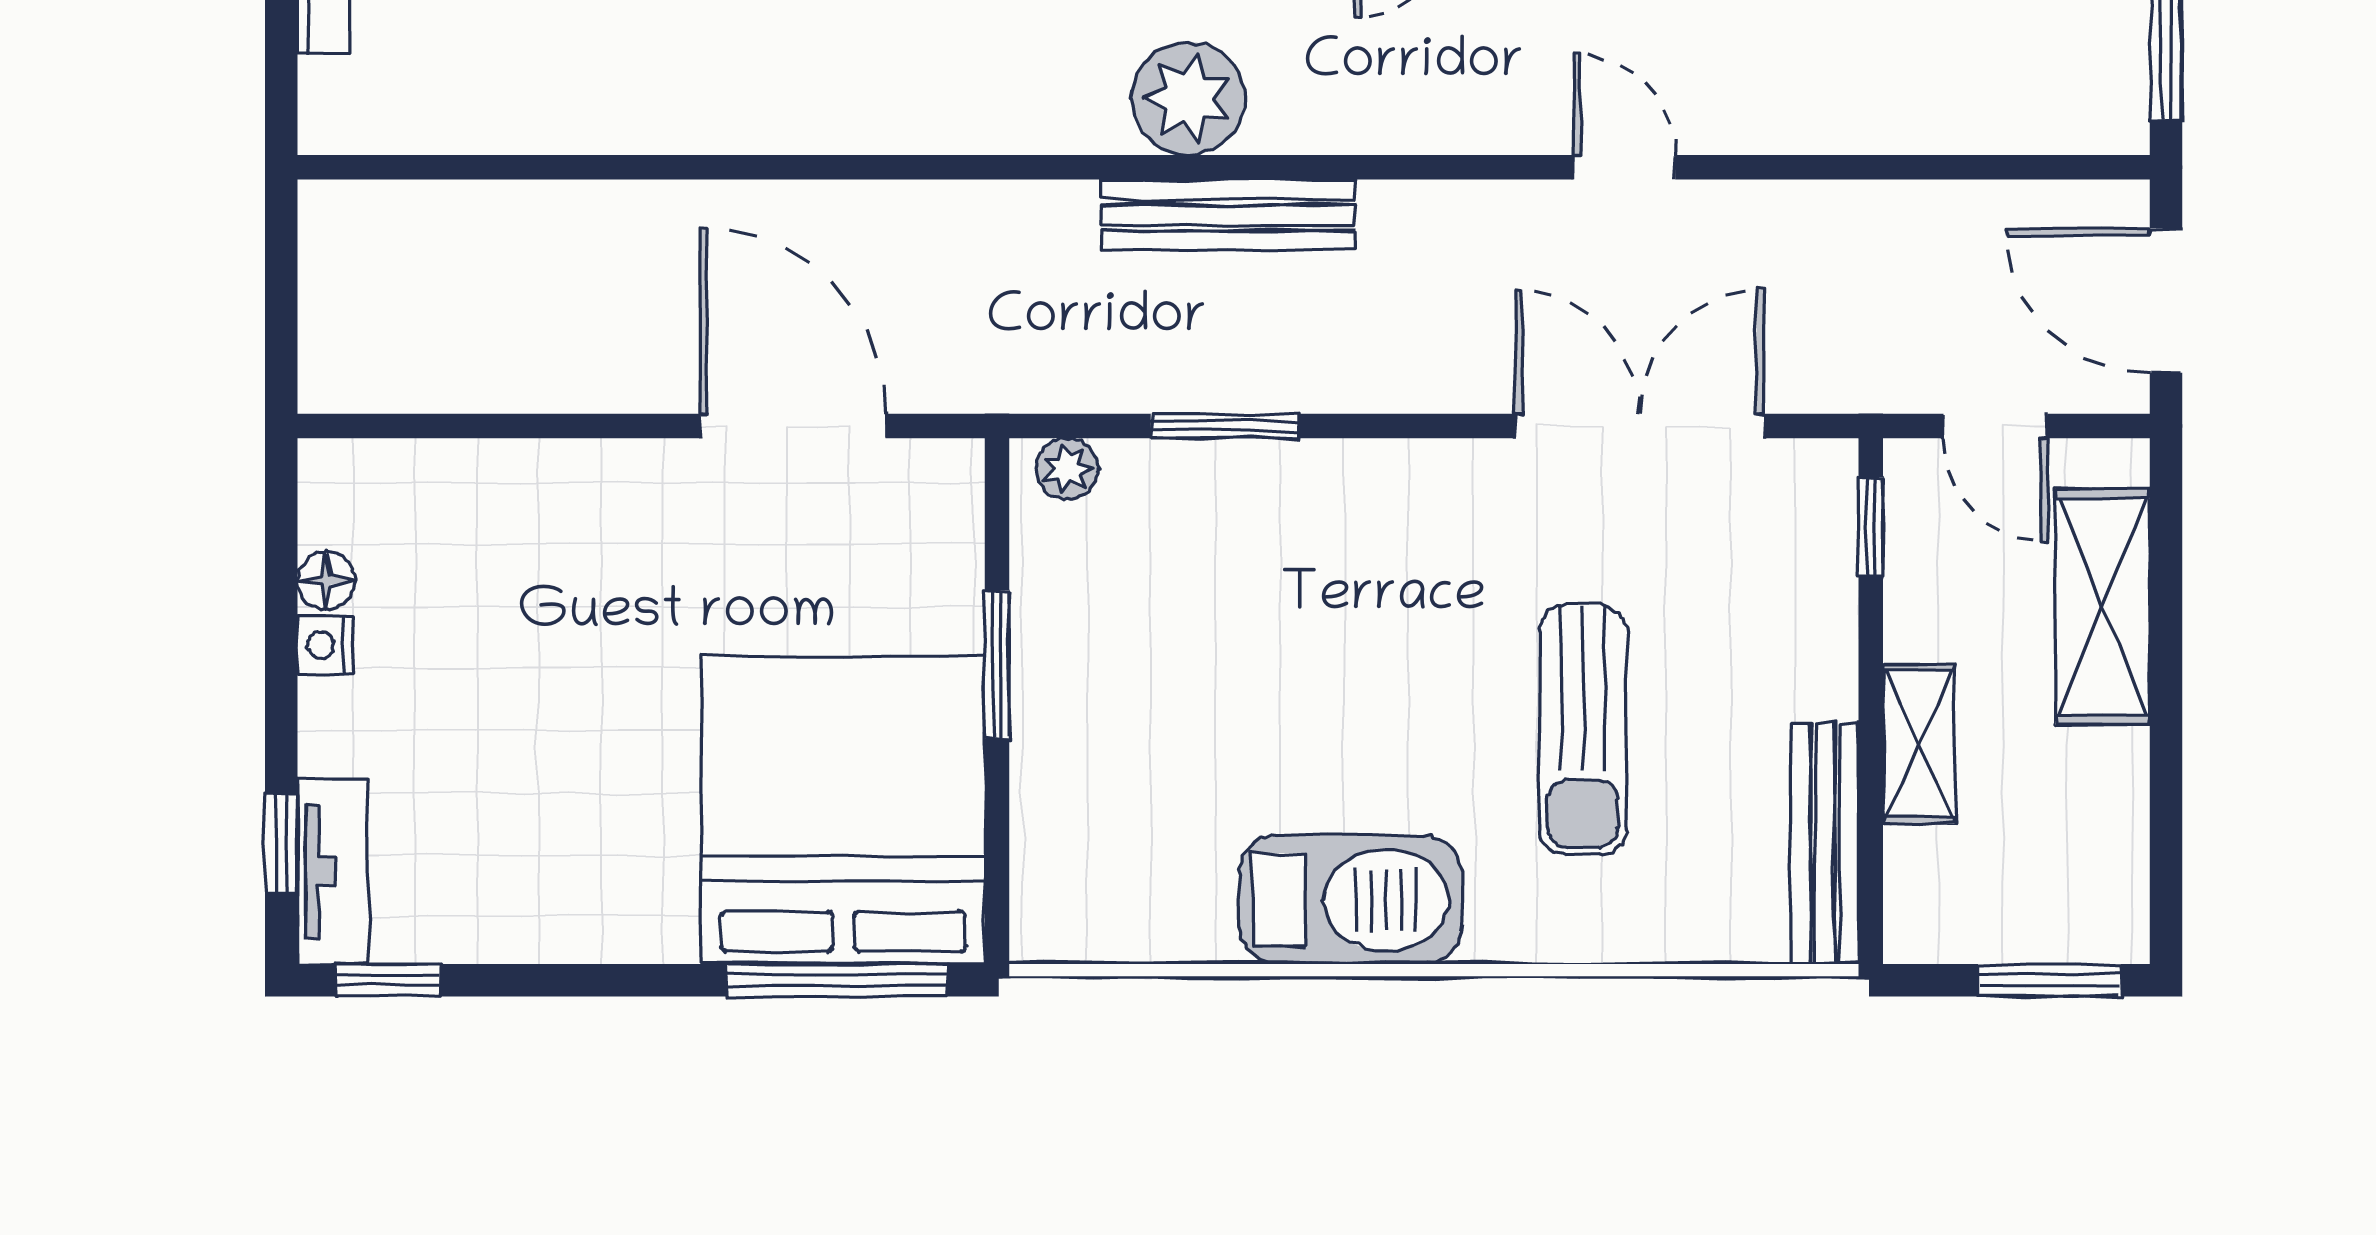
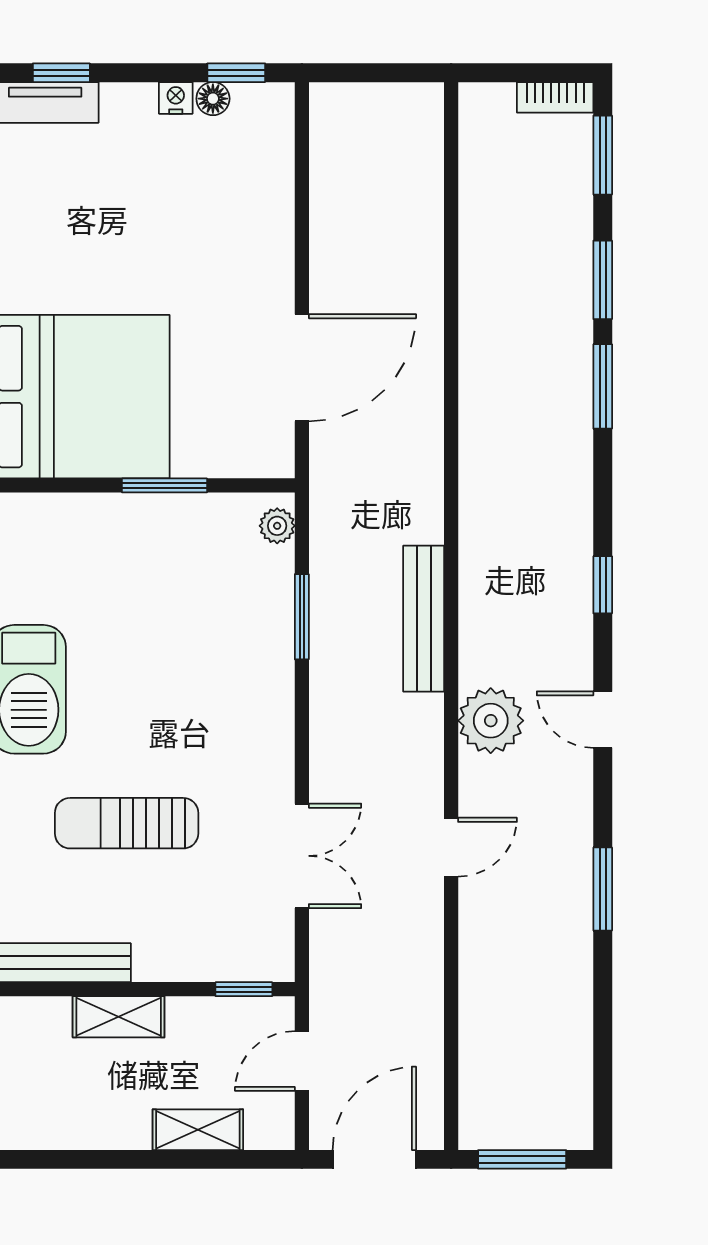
plant: (1188, 99) -> (491, 721), moved
double door: (1640, 426) -> (302, 856), width x0.73
window: (281, 540) -> (236, 73), added
shelving: (2103, 606) -> (198, 1130), width x0.67, depth x0.75

